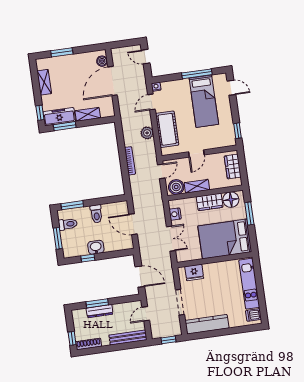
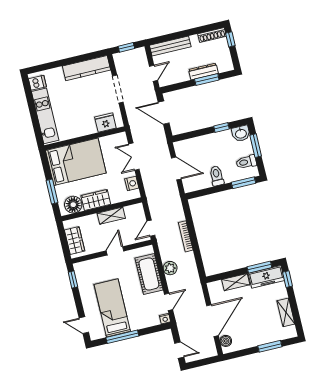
boiler: (176, 187) -> (133, 213), removed
washbasin: (96, 247) -> (241, 133), moved

